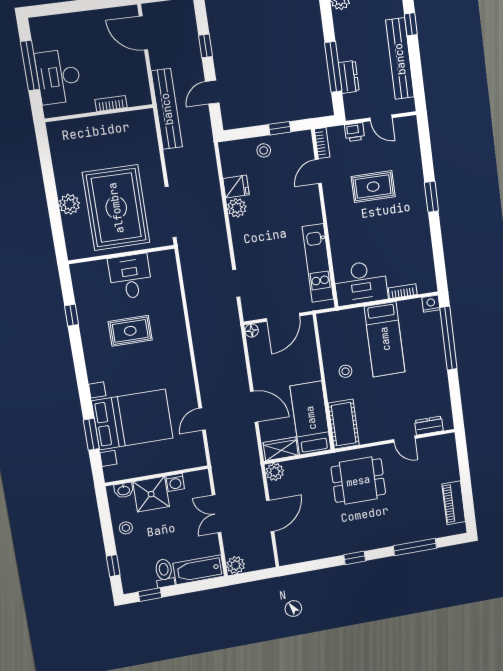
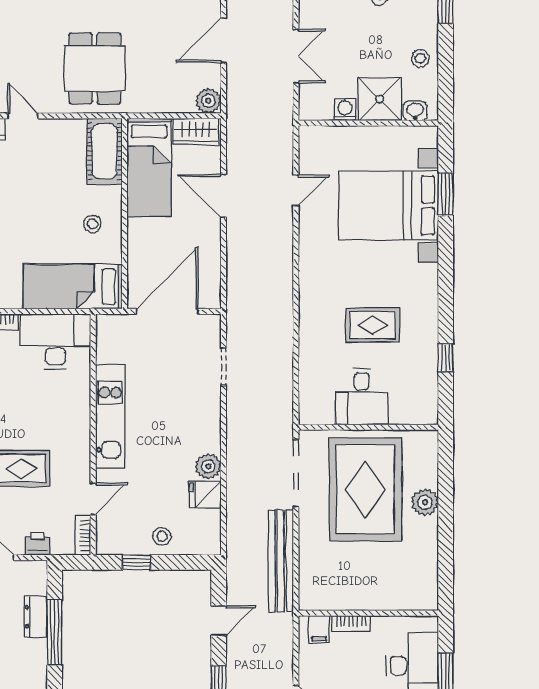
filing cabinet: (135, 96) -> (319, 629), added
bench: (167, 109) -> (281, 561), moved
kitchen unit: (318, 263) -> (110, 417), moved
door: (283, 317) -> (167, 311), width x1.36
floor lamp: (252, 331) -> (212, 300), removed
bed: (385, 339) -> (73, 287), moved, turned -90
dining table: (358, 481) -> (95, 68), turned 90

